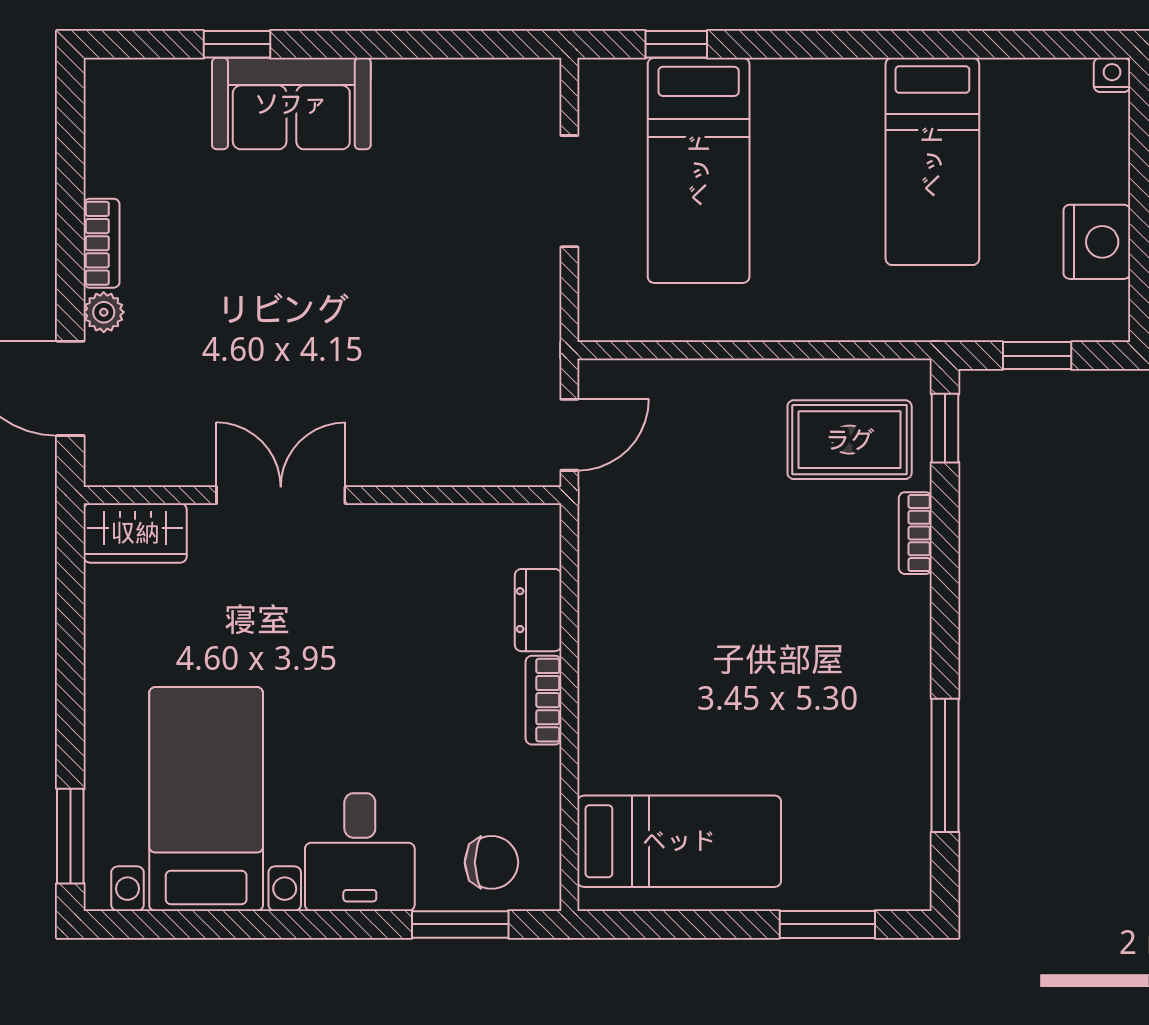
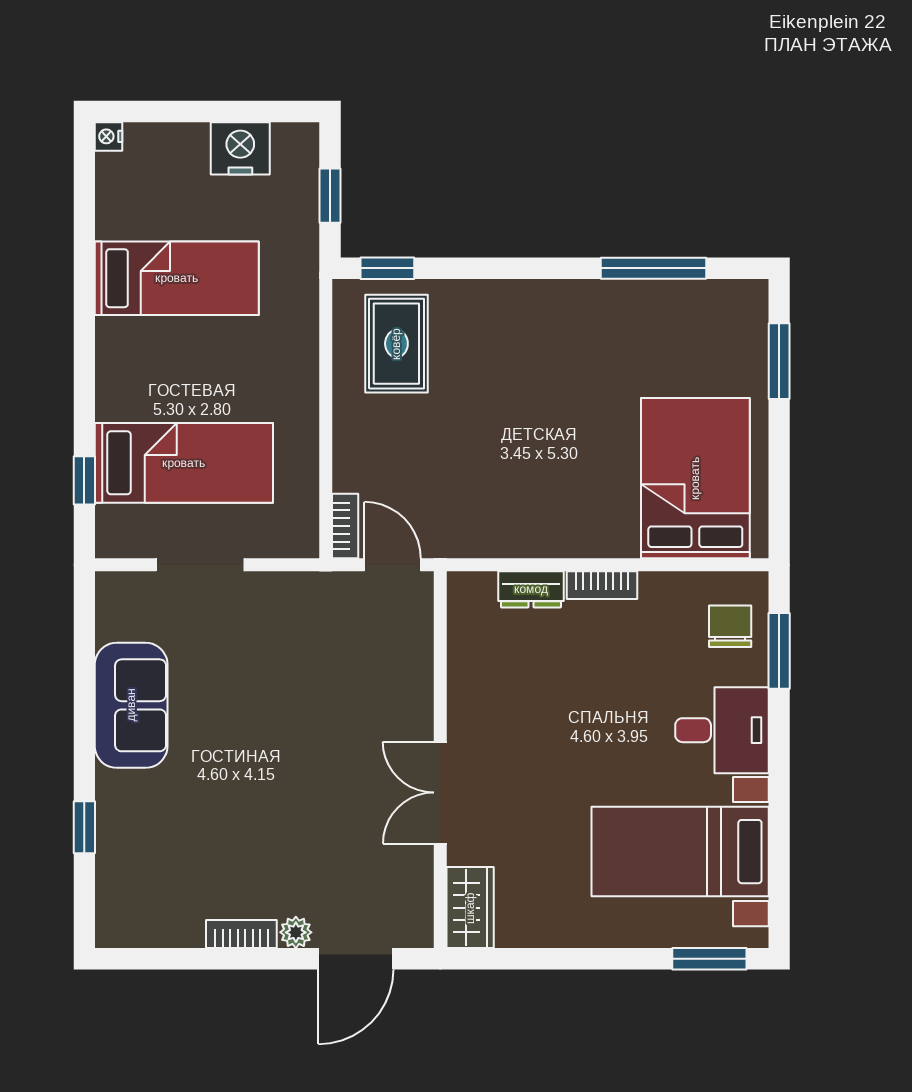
sofa: (291, 104) -> (131, 705), moved
bookcase: (915, 533) -> (345, 526), moved, turned -90
bed: (679, 841) -> (695, 478), width x1.50

